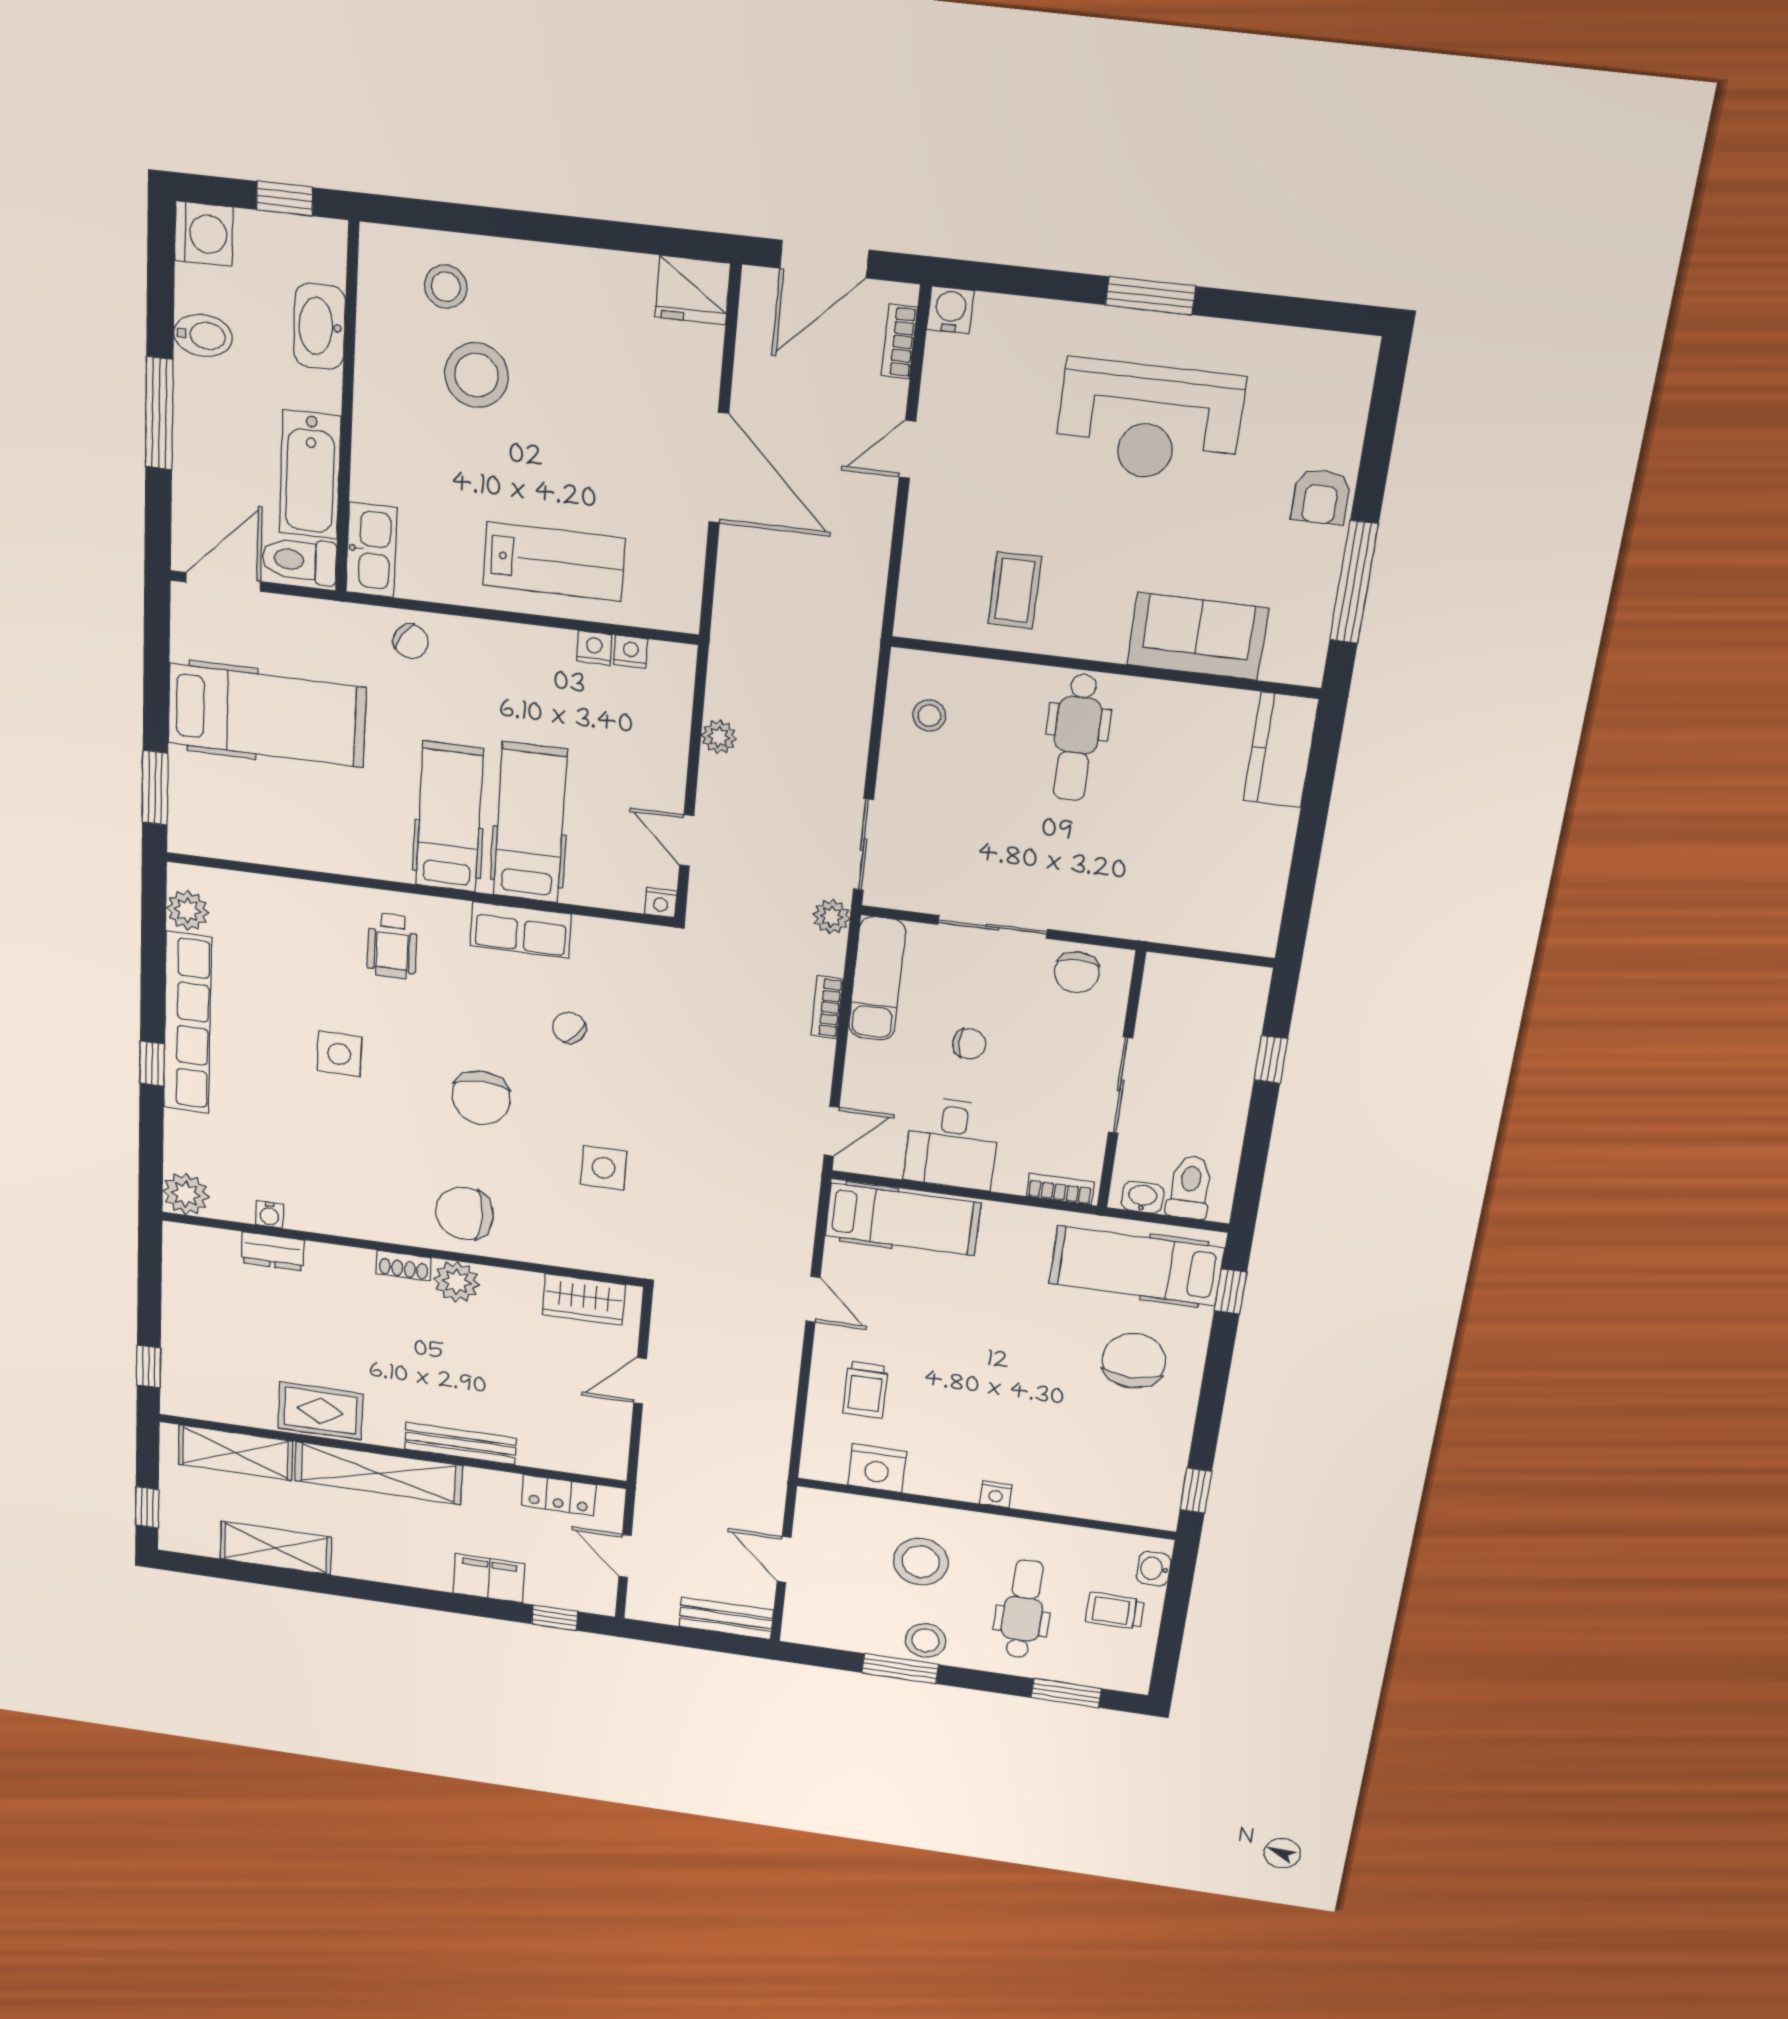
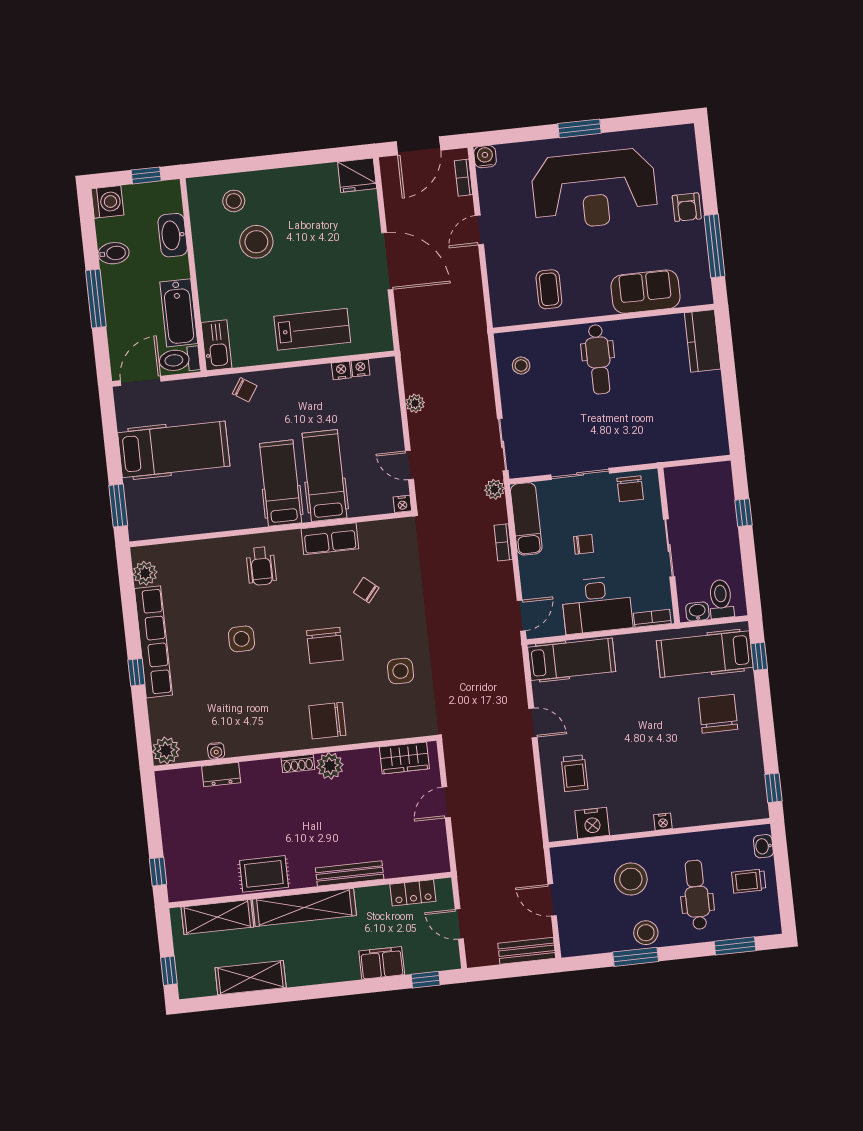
reception desk: (1149, 422) -> (594, 189), width x1.36, depth x1.30
desk: (952, 1143) -> (597, 605), width x1.37

